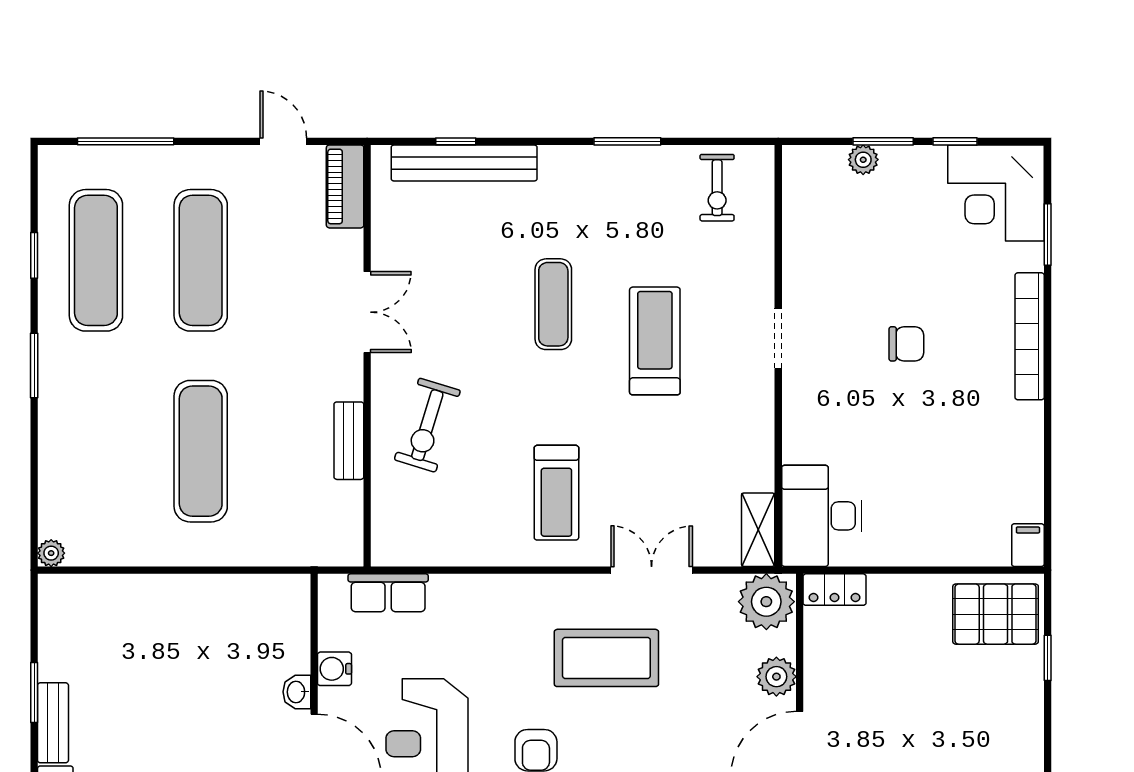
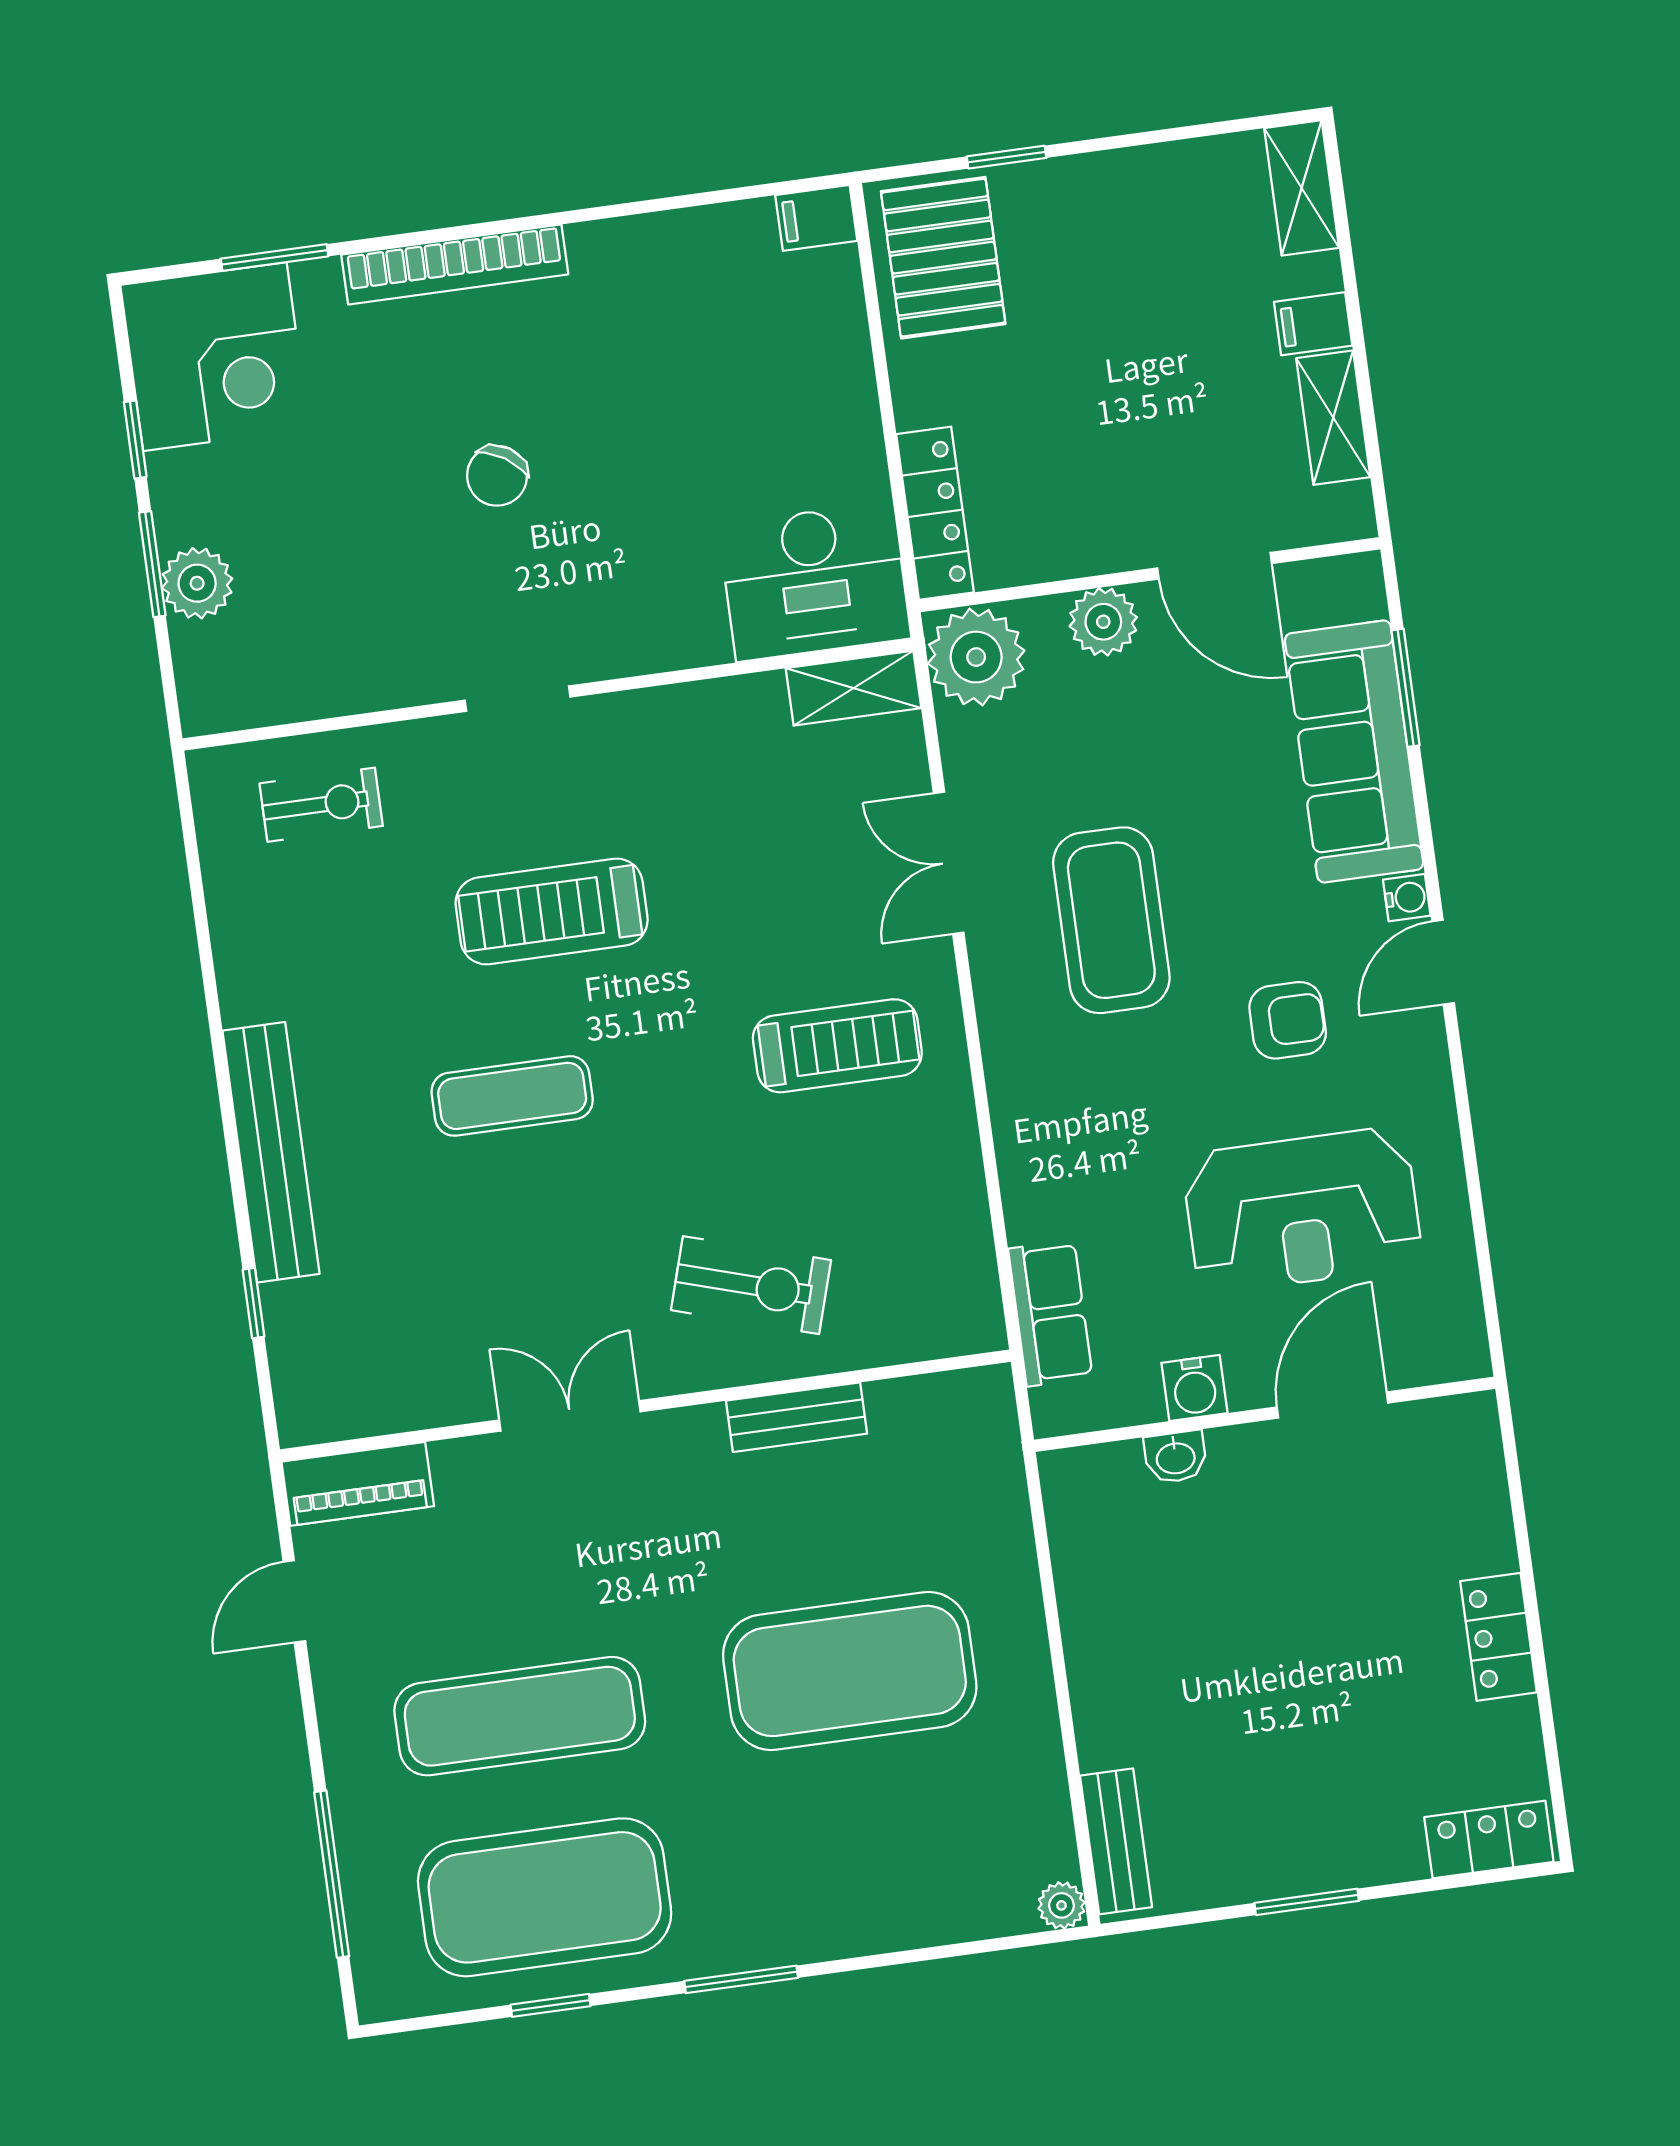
window: (627, 141) -> (213, 1006), removed
plant: (863, 160) -> (197, 583), width x1.38, depth x1.38
bench: (464, 163) -> (271, 1152), moved
exercise bike: (717, 188) -> (321, 805), moved
exercise mat: (96, 260) -> (545, 1897), width x1.47
chair: (906, 344) -> (497, 476), turned -147
exercise mat: (201, 451) -> (850, 1671), width x1.47
locker: (835, 590) -> (935, 513), width x1.53
washbasin: (297, 692) -> (1175, 1457), moved
bench: (53, 723) -> (1116, 1841), moved, turned 90

